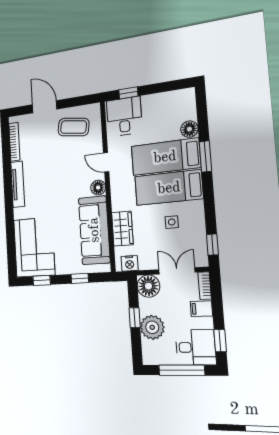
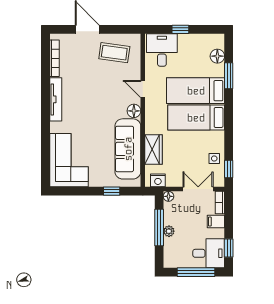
window: (128, 93) -> (180, 29), moved
floor lamp: (189, 129) -> (217, 56), moved
window: (205, 156) -> (229, 76), moved
side table: (172, 222) -> (214, 158), moved
window: (42, 280) -> (75, 191), removed
floor lamp: (148, 286) -> (168, 196), width x0.53, depth x0.53
window: (135, 318) -> (159, 227), width x2.17
plant: (152, 327) -> (169, 231), width x0.53, depth x0.53

